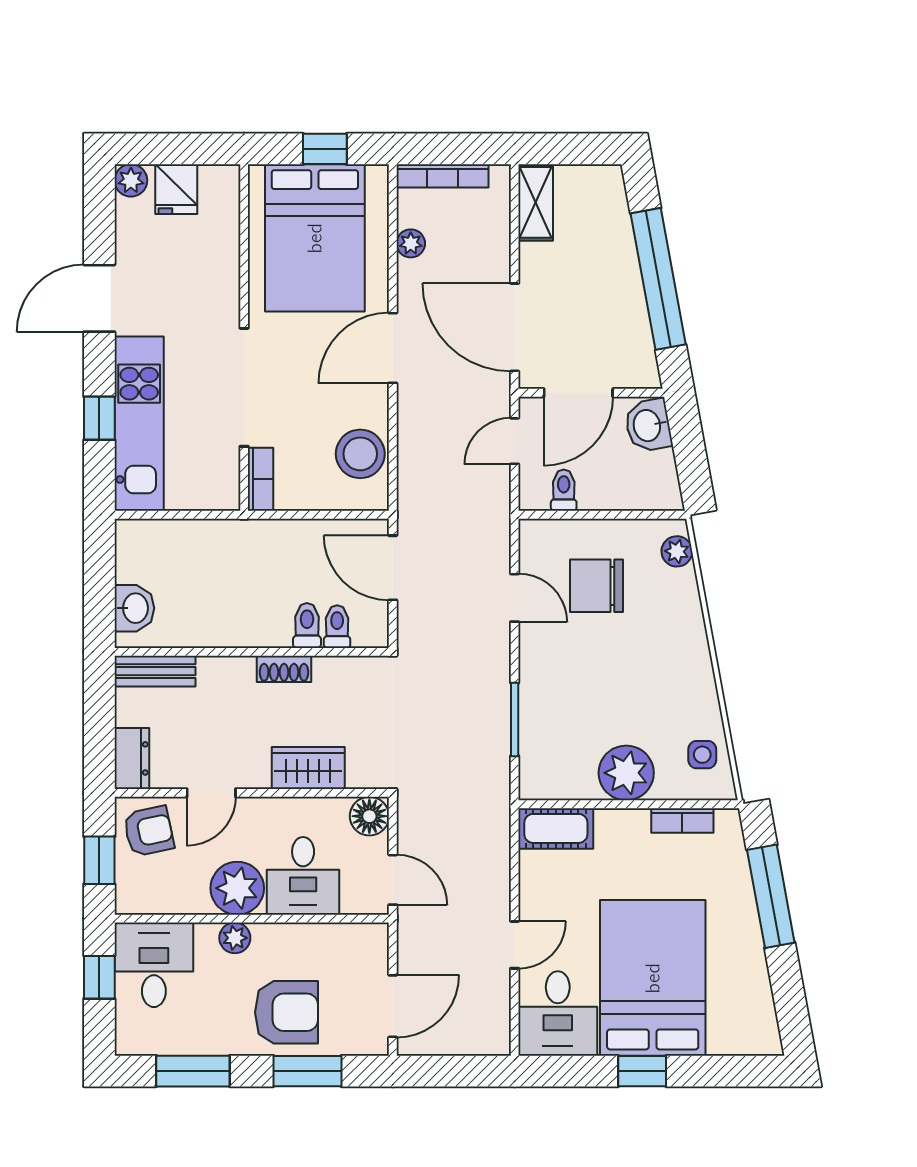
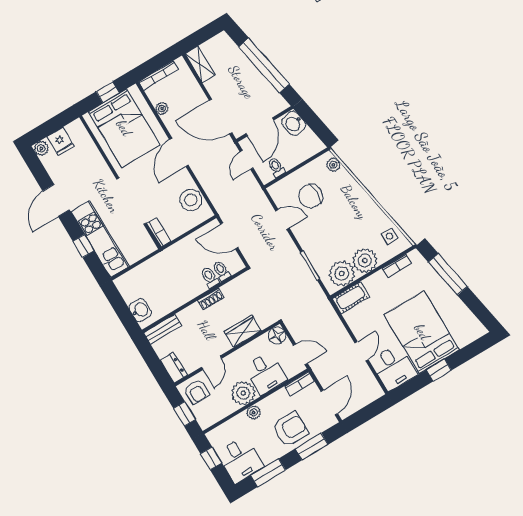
plant: (567, 771) -> (342, 274), added
armchair: (149, 831) -> (197, 392), turned 102
bookcase: (357, 935) -> (299, 384), added
desk: (154, 965) -> (240, 460), moved, turned 180

